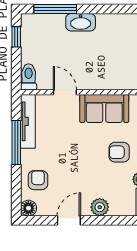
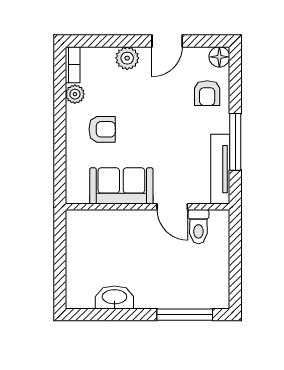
washbasin: (81, 22) -> (114, 297), moved
window: (16, 37) -> (235, 279), removed
toilet: (29, 77) -> (198, 227), moved

